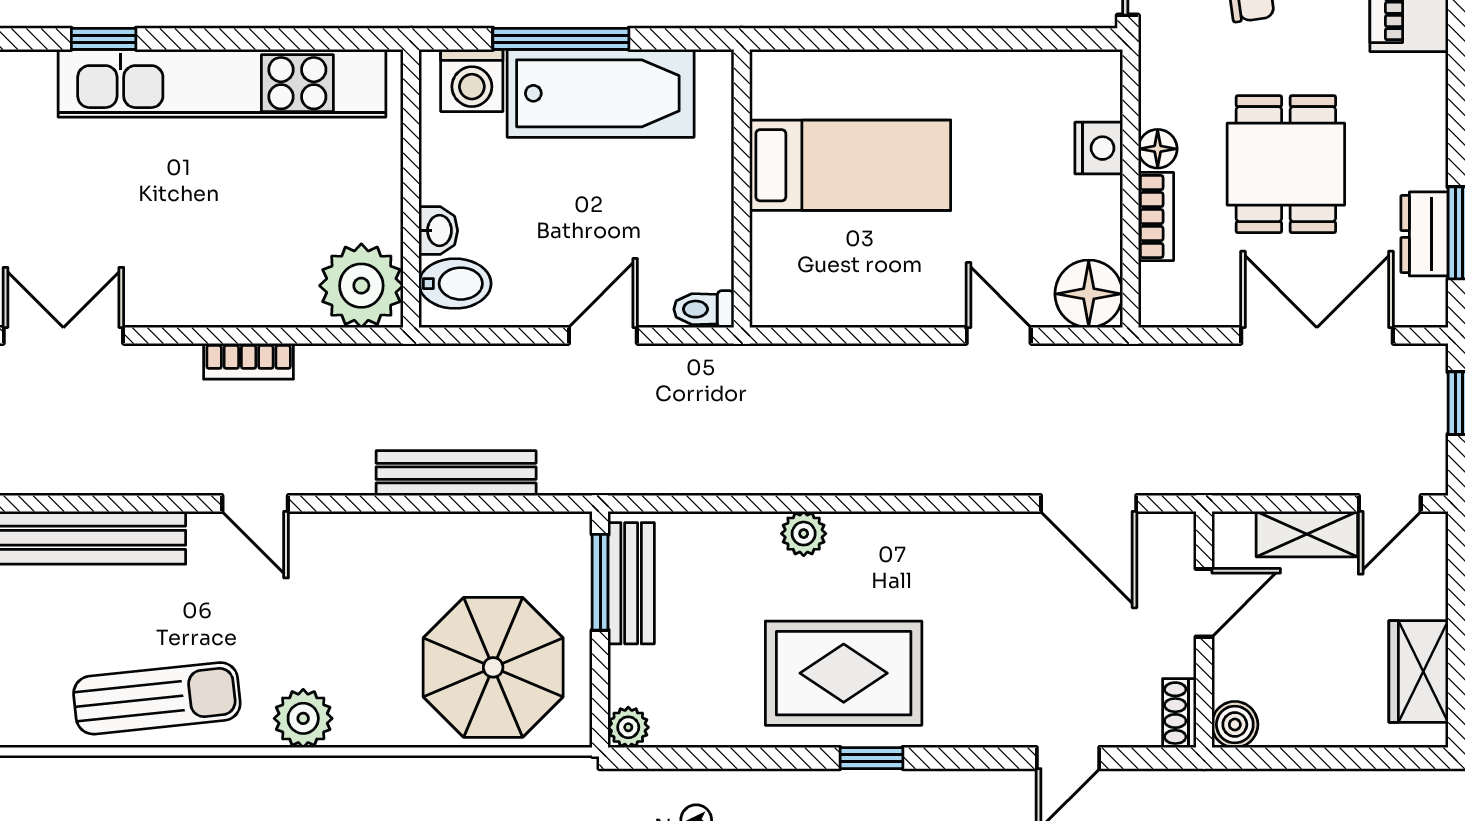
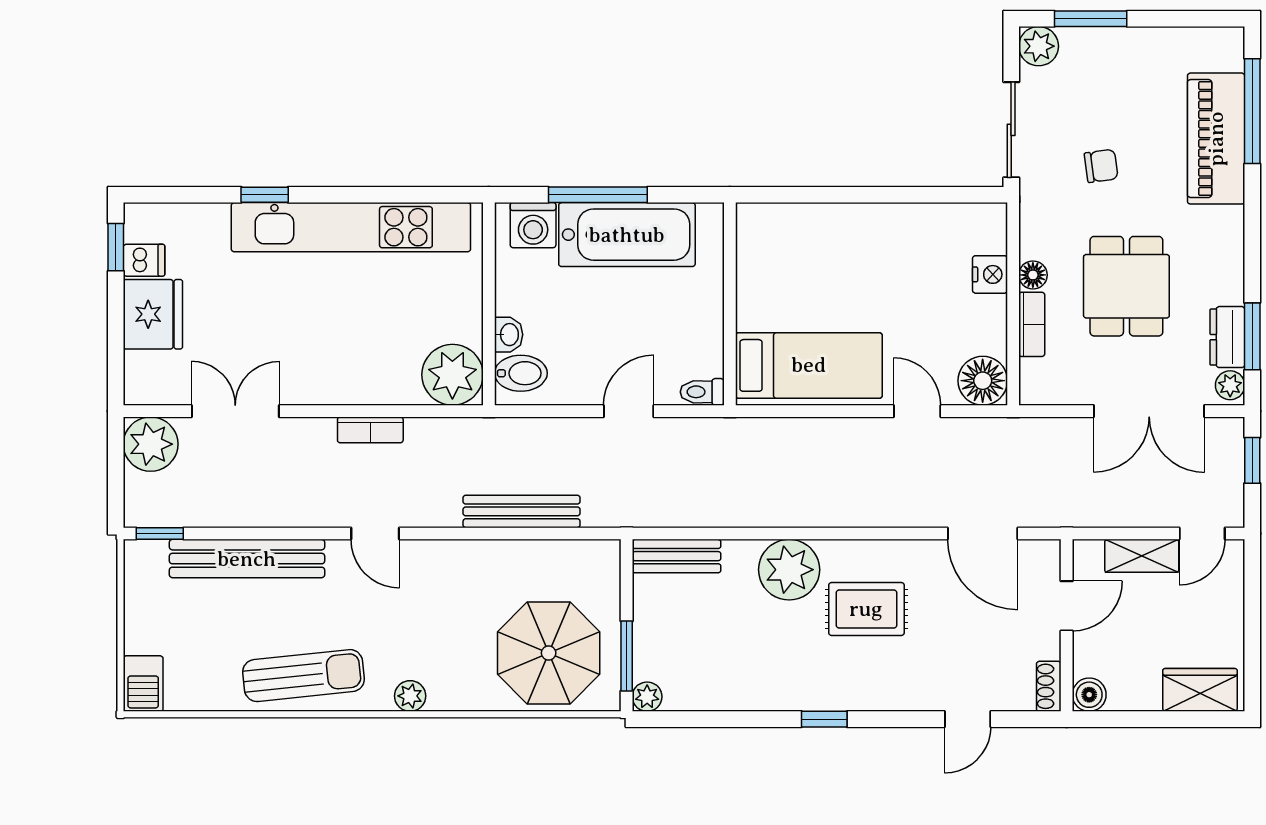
bed: (850, 165) -> (809, 365), moved
plant: (1428, 300) -> (1230, 385), added
double door: (1317, 335) -> (1149, 411), swing flipped
plant: (804, 534) -> (789, 570), width x1.88, depth x1.88
window: (600, 582) -> (627, 656), moved
bench: (631, 583) -> (676, 556), moved, turned 90
wardrobe: (1418, 671) -> (1200, 690), moved, turned 90
rug: (844, 673) -> (866, 609), moved, width x0.73, depth x0.70
plant: (303, 718) -> (410, 696), width x0.73, depth x0.73

